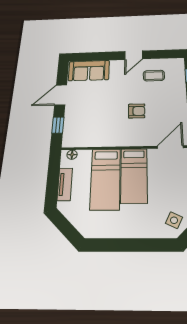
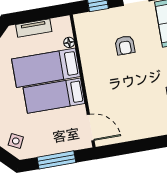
armchair: (137, 111) -> (125, 45), moved
floor lamp: (72, 155) -> (69, 42), moved

